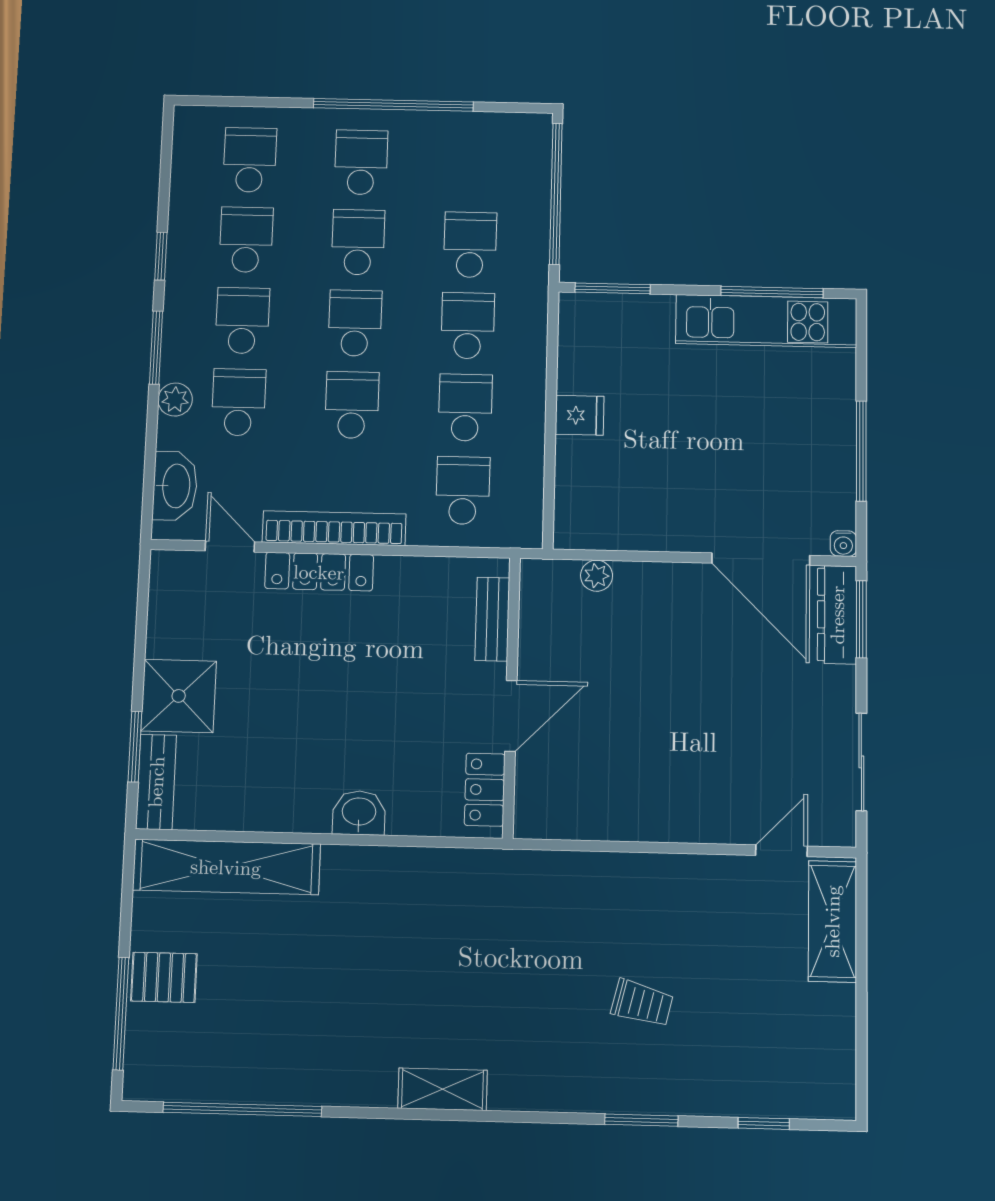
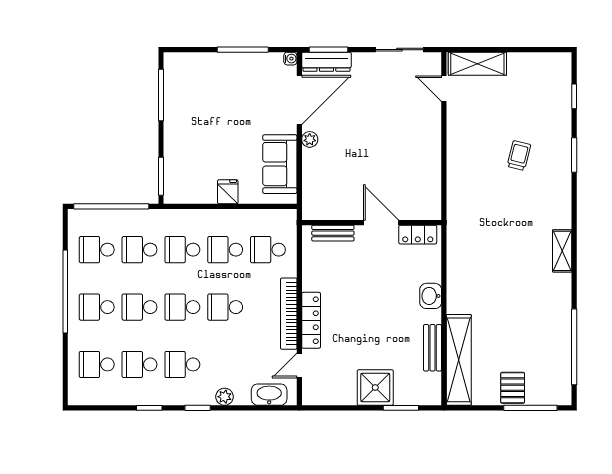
kitchen unit: (766, 321) -> (176, 98), removed
window: (156, 347) -> (198, 408), width x0.67
school desk: (239, 402) -> (97, 250), moved
sofa: (633, 518) -> (280, 164), added
plant: (597, 576) -> (310, 139), moved
bench: (156, 782) -> (433, 348), moved, turned 90

